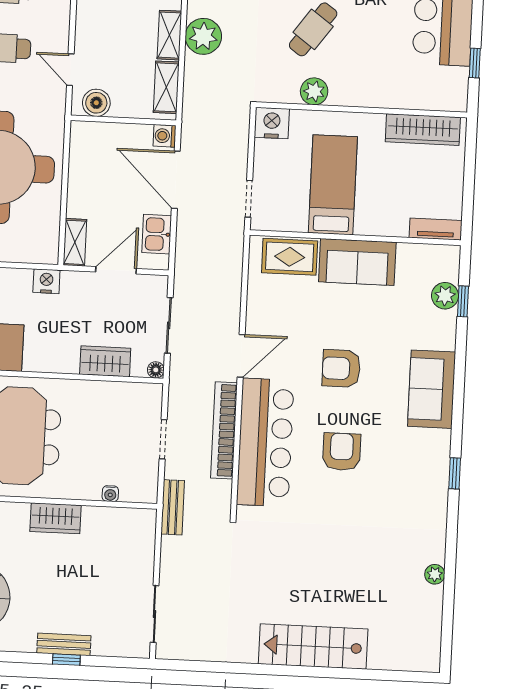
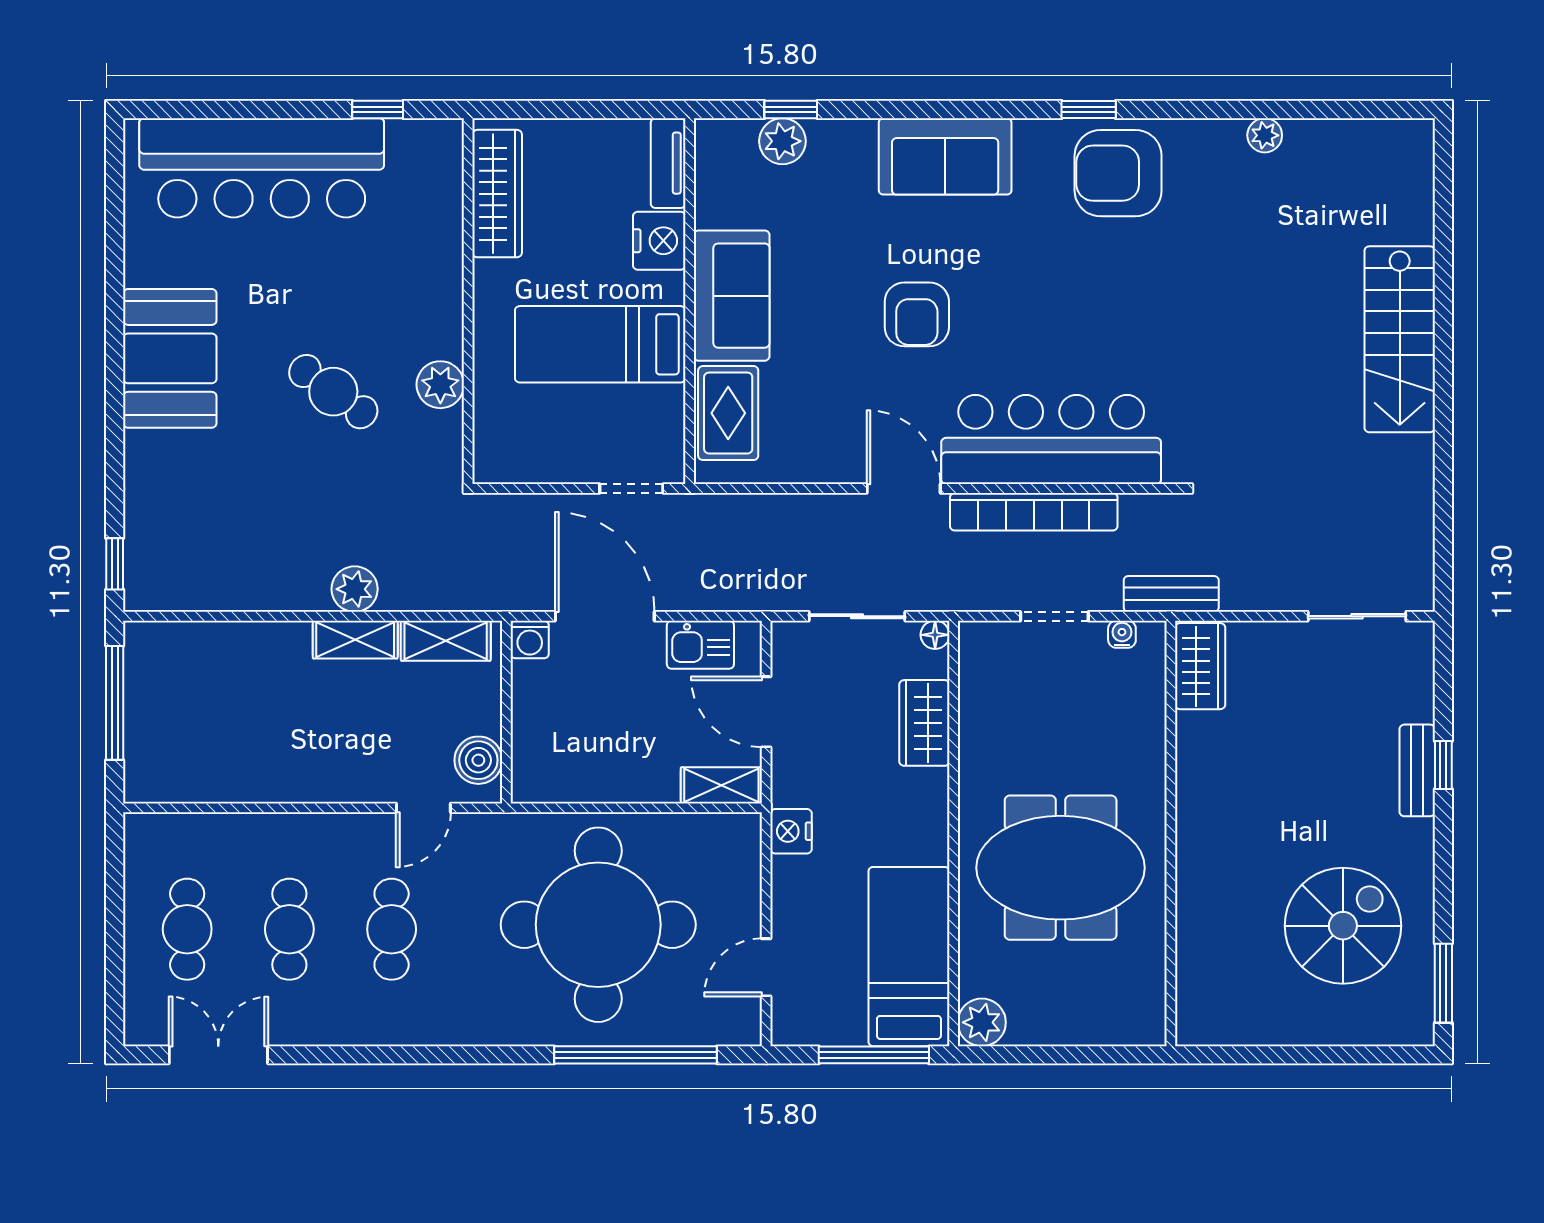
plant: (203, 36) -> (355, 589), width x0.73, depth x0.73
nightstand: (272, 123) -> (659, 241), moved, turned 180
door: (176, 180) -> (605, 616), swing flipped
armchair: (342, 452) -> (1118, 173), moved, width x1.36, depth x1.36
water cooler: (110, 494) -> (1122, 634), moved, turned -90
wardrobe: (56, 518) -> (1200, 666), moved

